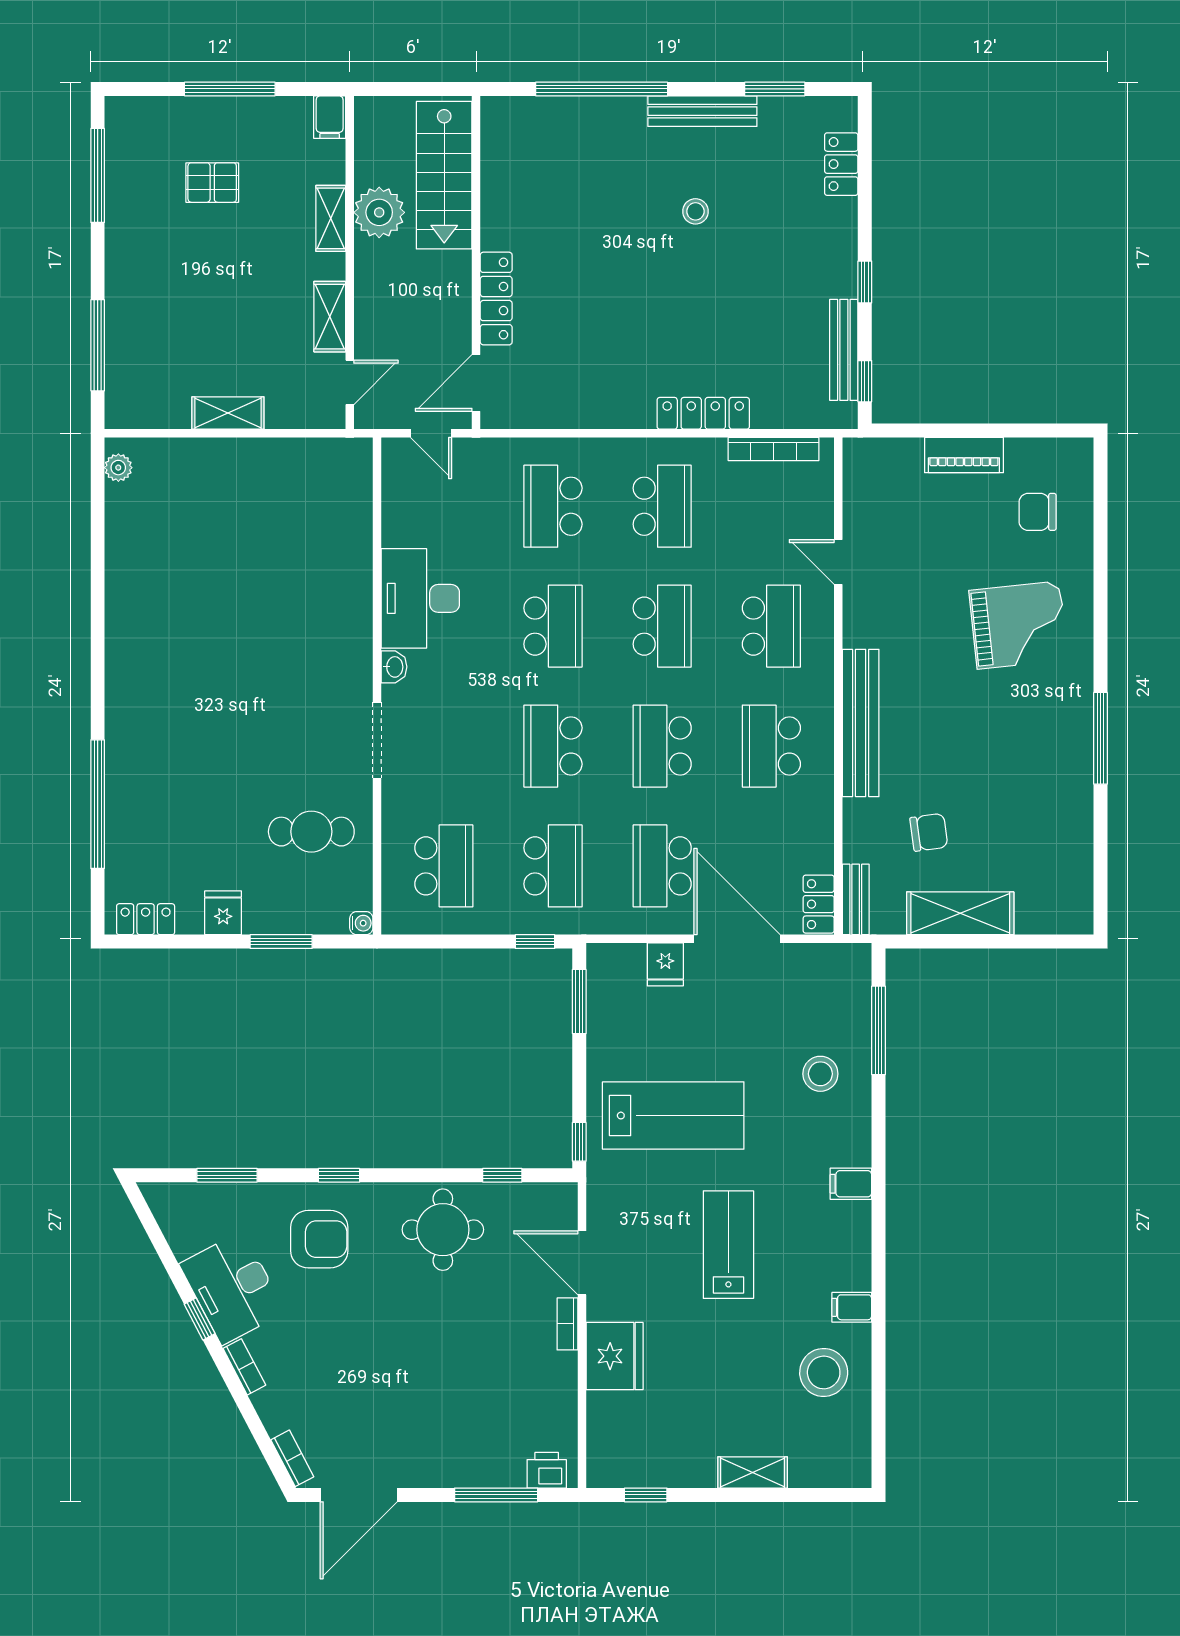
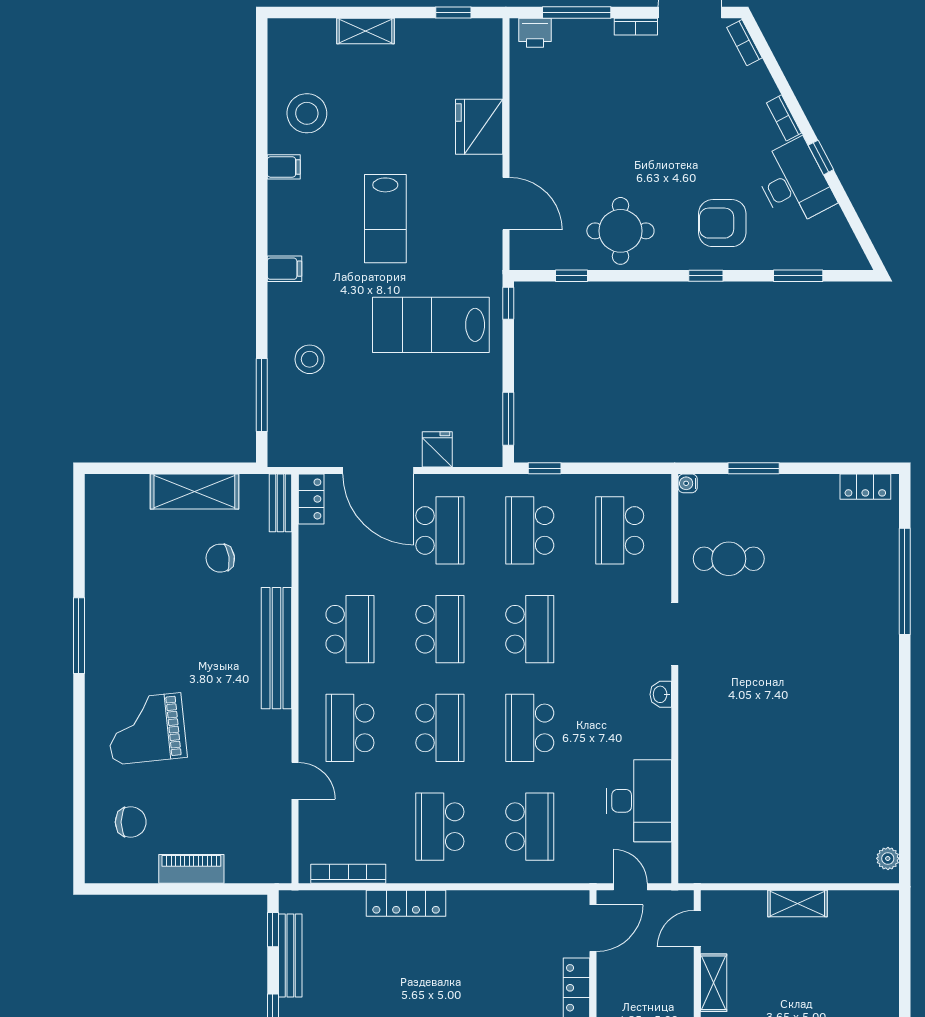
window: (98, 345) -> (905, 959), removed
desk: (420, 598) -> (639, 801), moved
school desk: (662, 626) -> (440, 728), turned 180
fridge: (223, 913) -> (801, 492), removed
bookcase: (567, 1324) -> (636, 27), moved, turned 90

